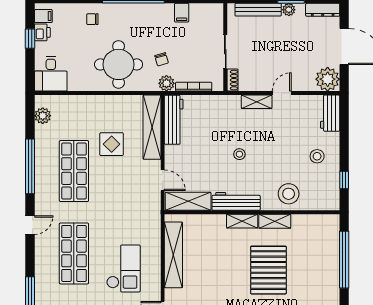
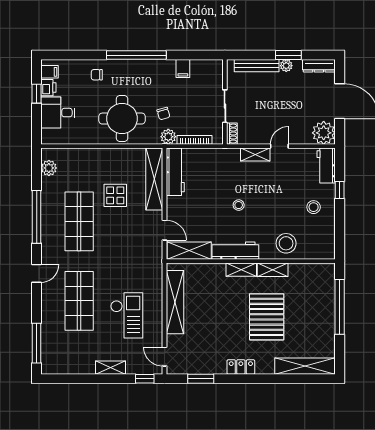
desk: (51, 74) -> (58, 113), moved, turned 90
window: (344, 180) -> (340, 190), moved

